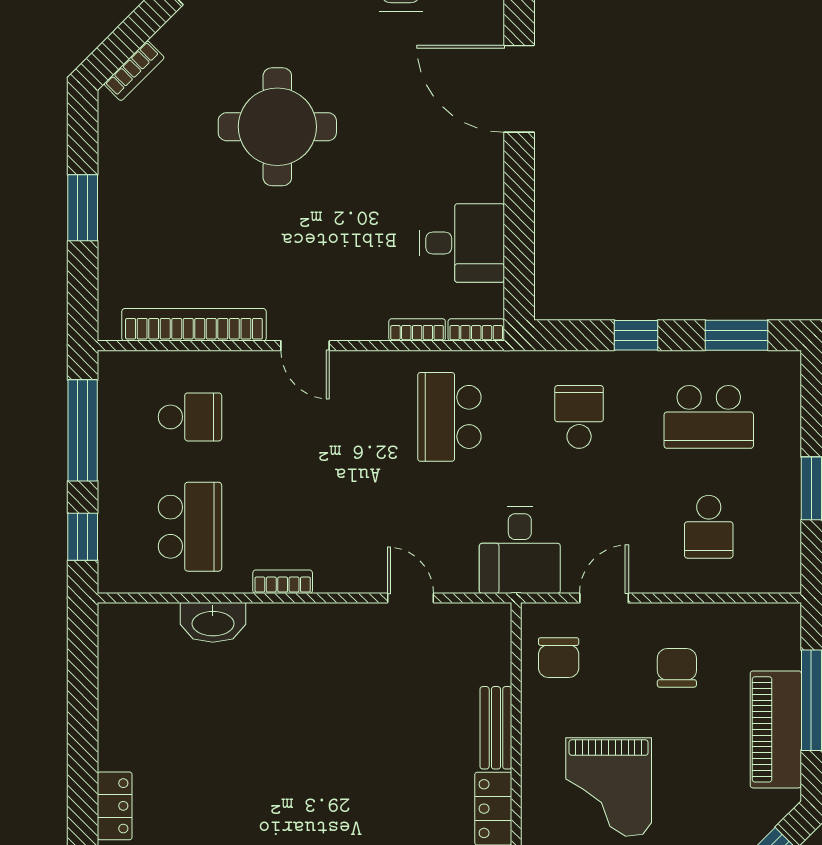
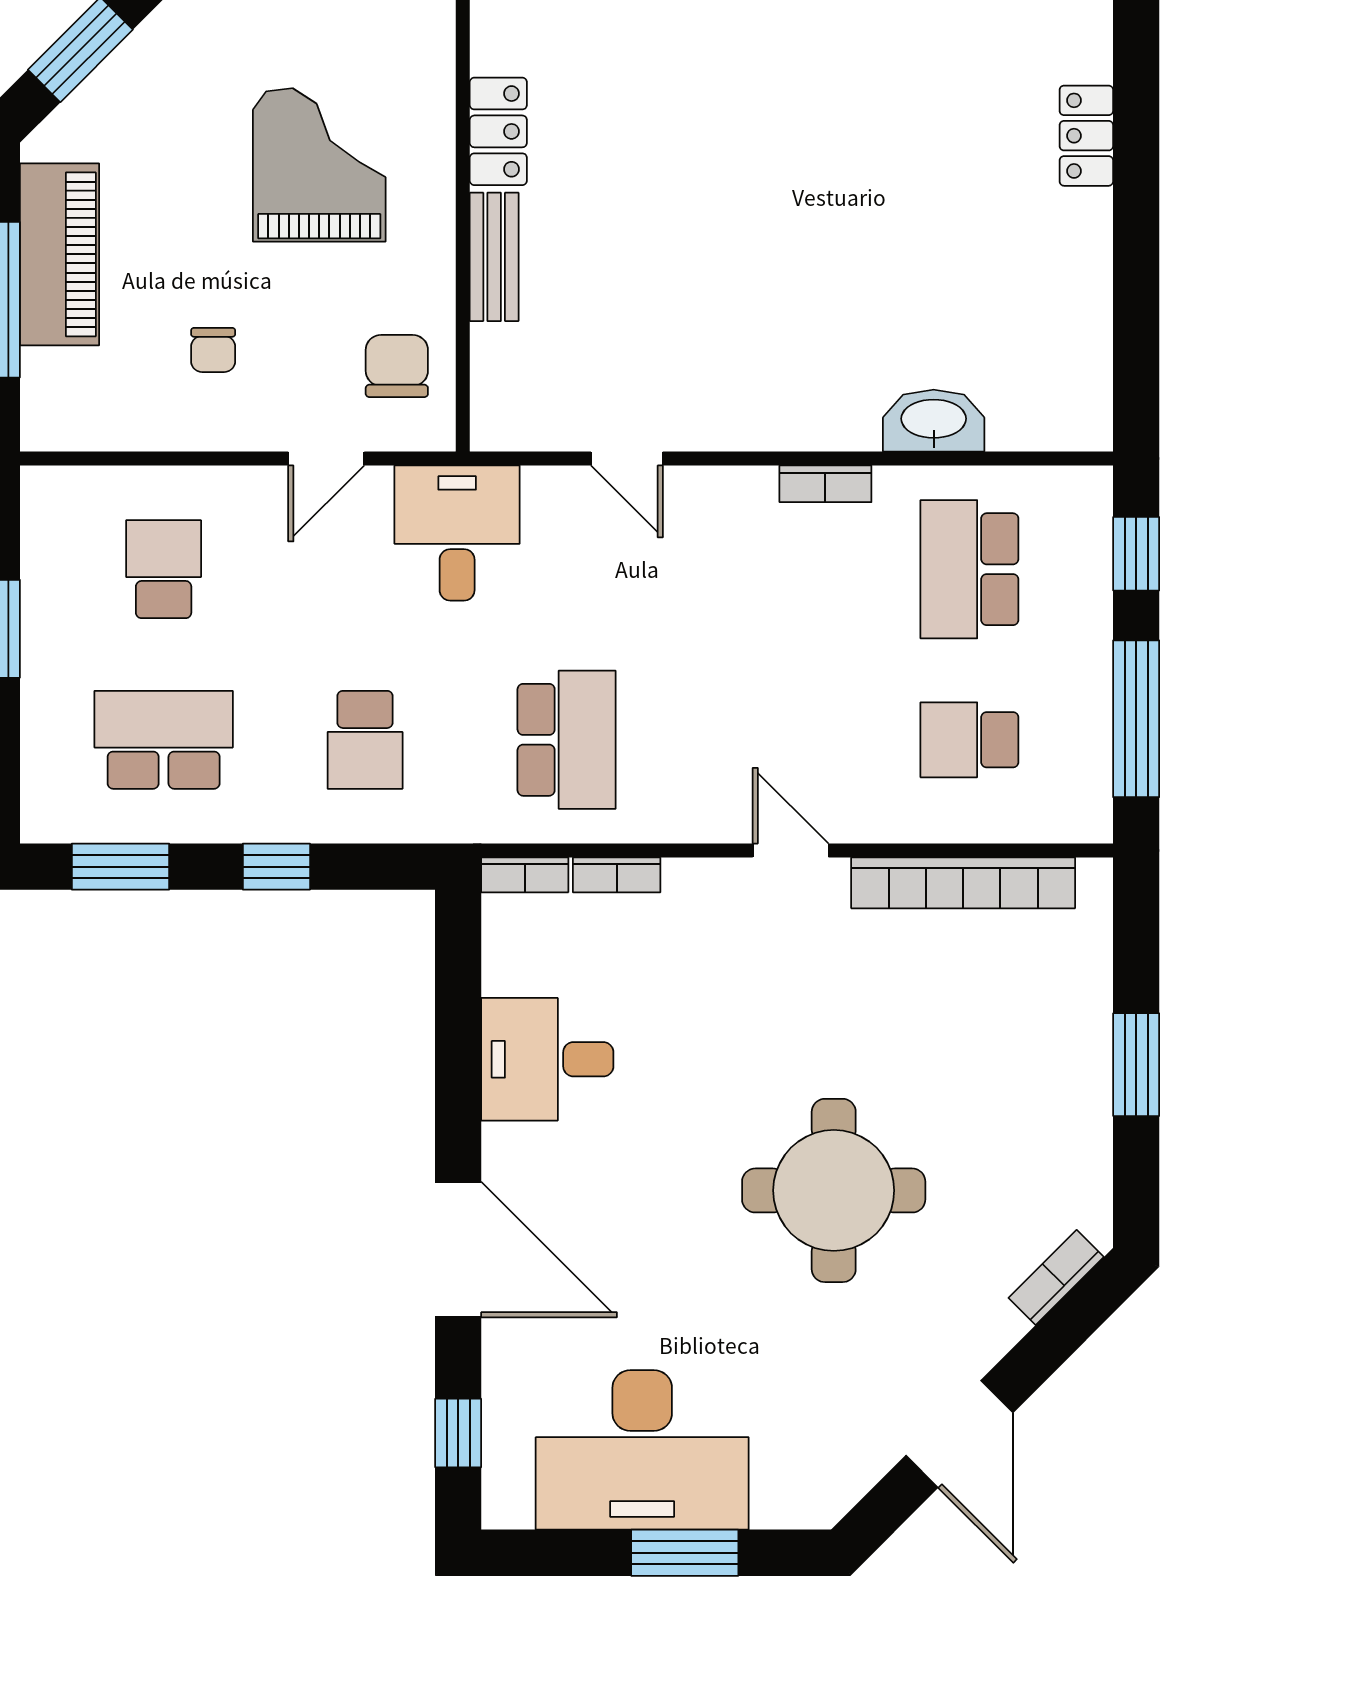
desk: (462, 243) -> (547, 1059), moved
chair: (677, 668) -> (213, 350), width x0.73, depth x0.73

